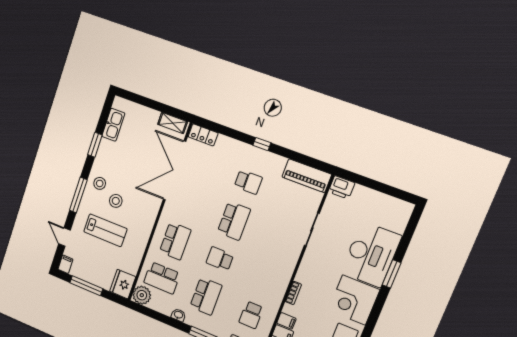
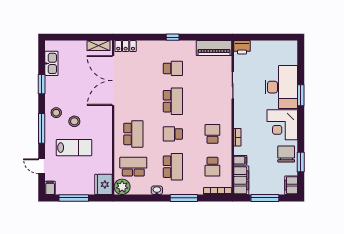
school desk: (266, 277) -> (212, 134), added
school desk: (162, 278) -> (133, 167), turned 180

